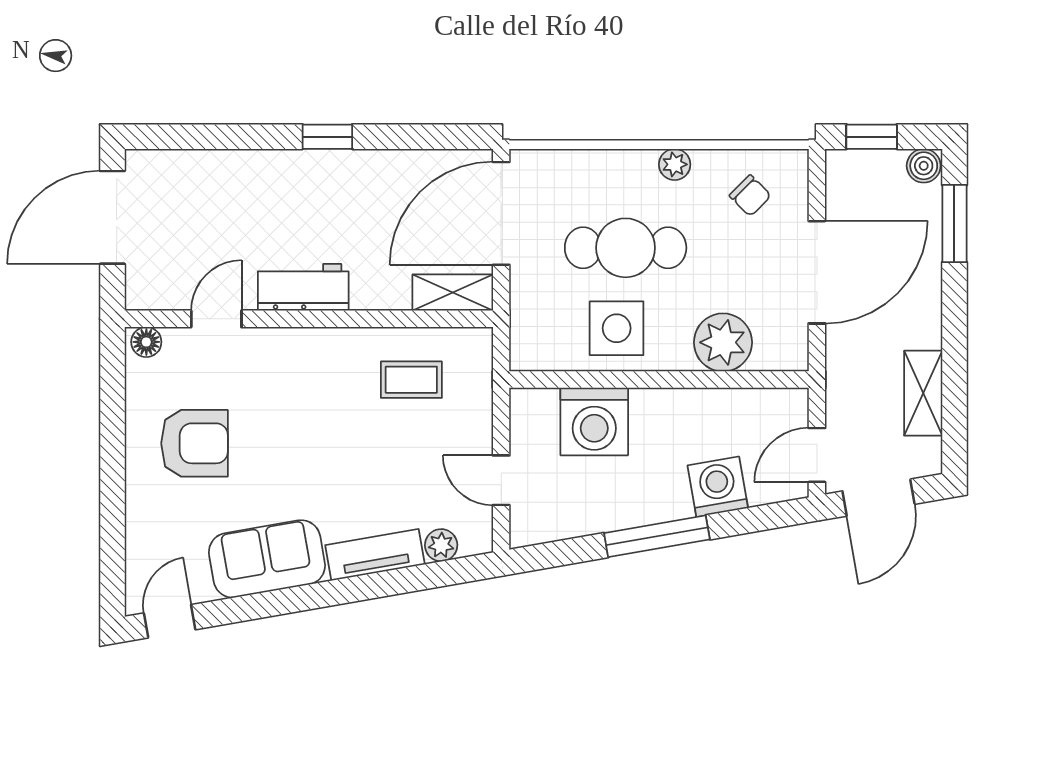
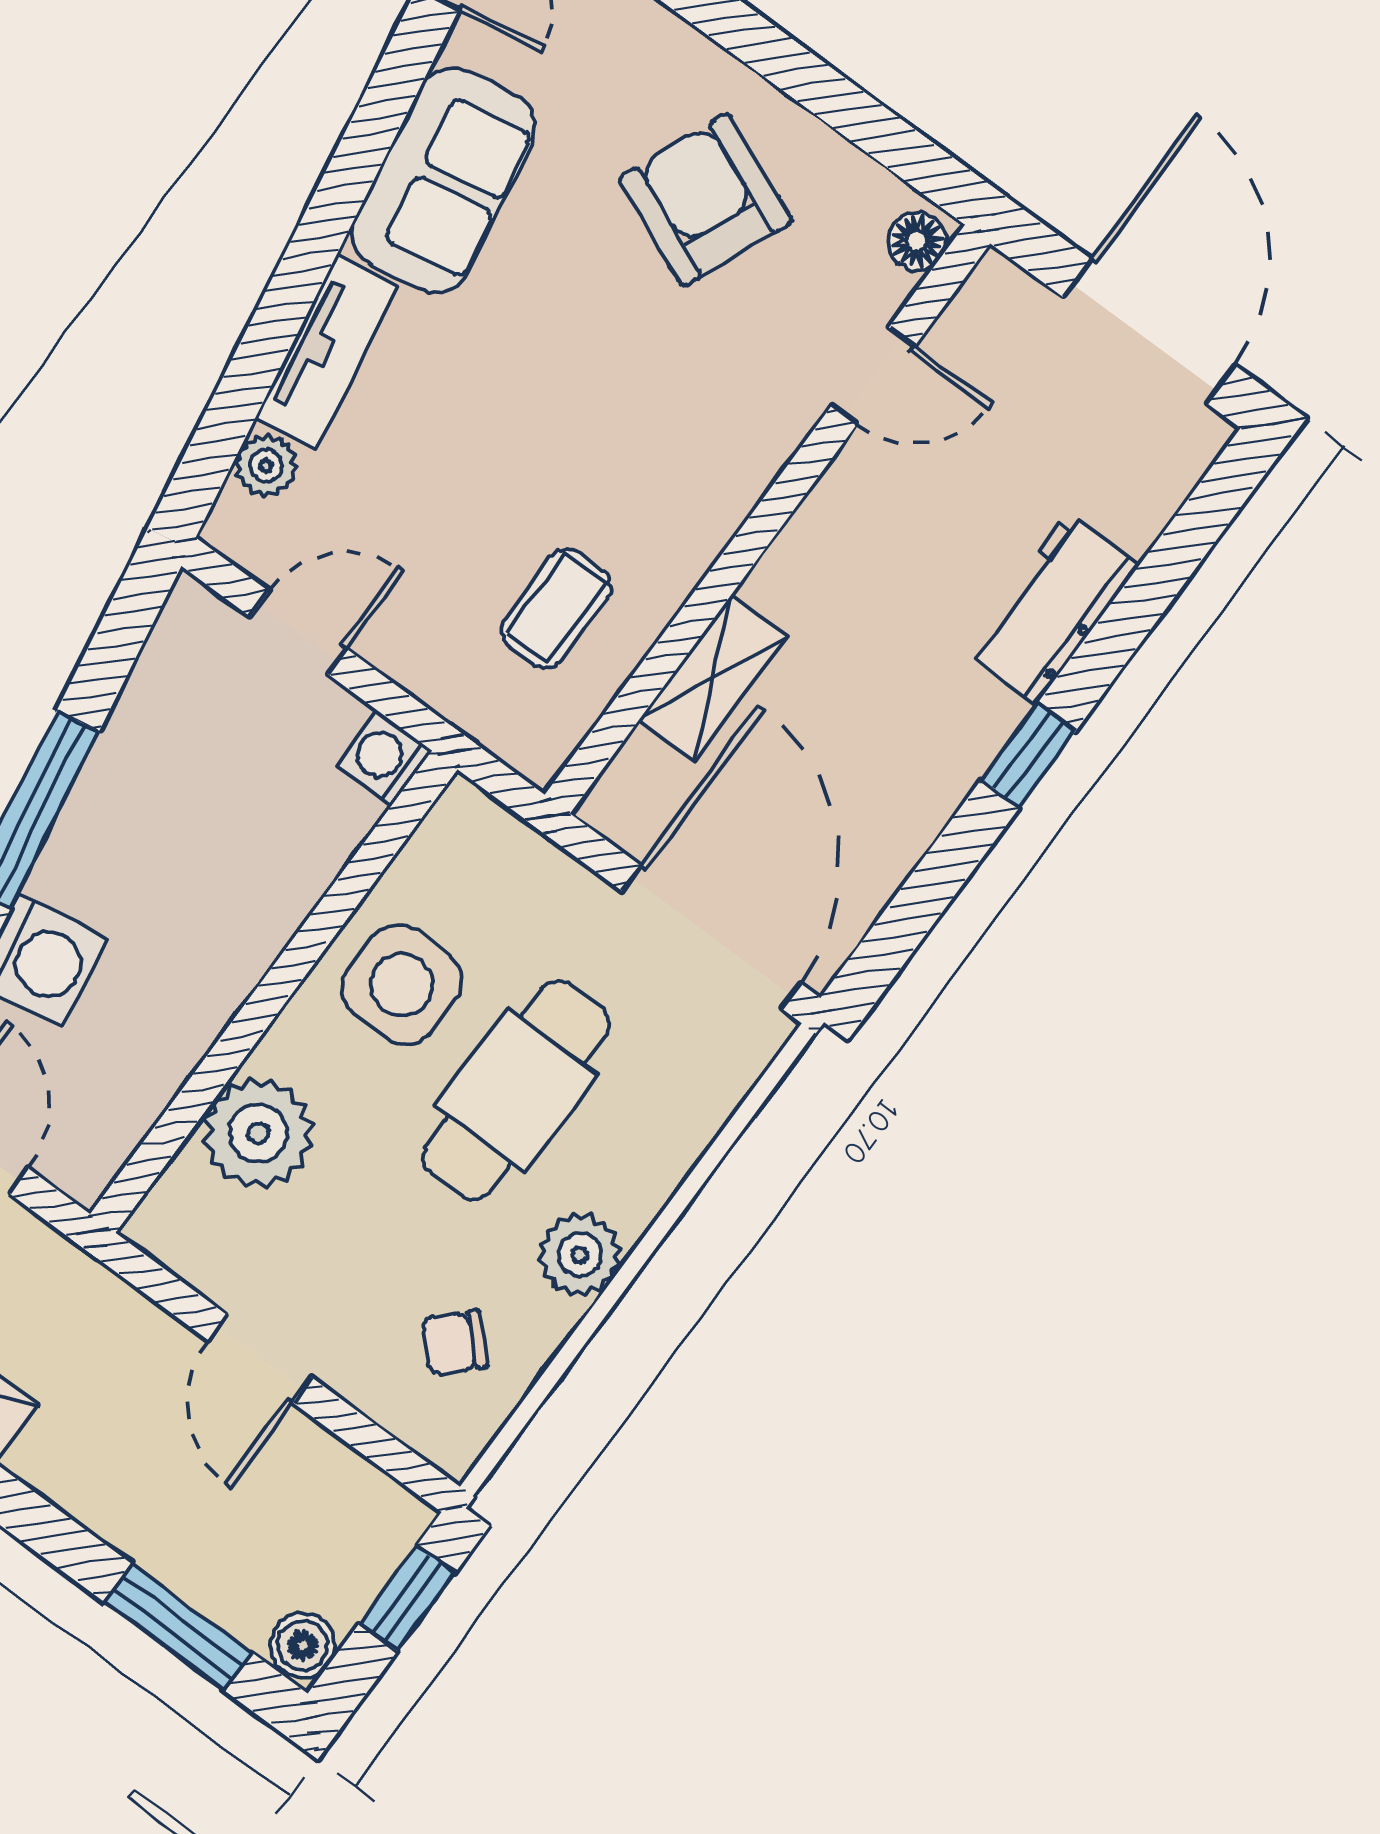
plant: (675, 164) -> (580, 1255), width x1.38, depth x1.38
door: (817, 272) -> (260, 1359), width x0.53
workbench: (303, 287) -> (1052, 609), moved, turned 180
shelving: (453, 293) -> (713, 678), moved
door: (216, 319) -> (873, 376), hinge flipped
washing machine: (594, 421) -> (384, 758), moved, width x0.53, depth x0.53
armchair: (194, 443) -> (705, 200), turned 113

